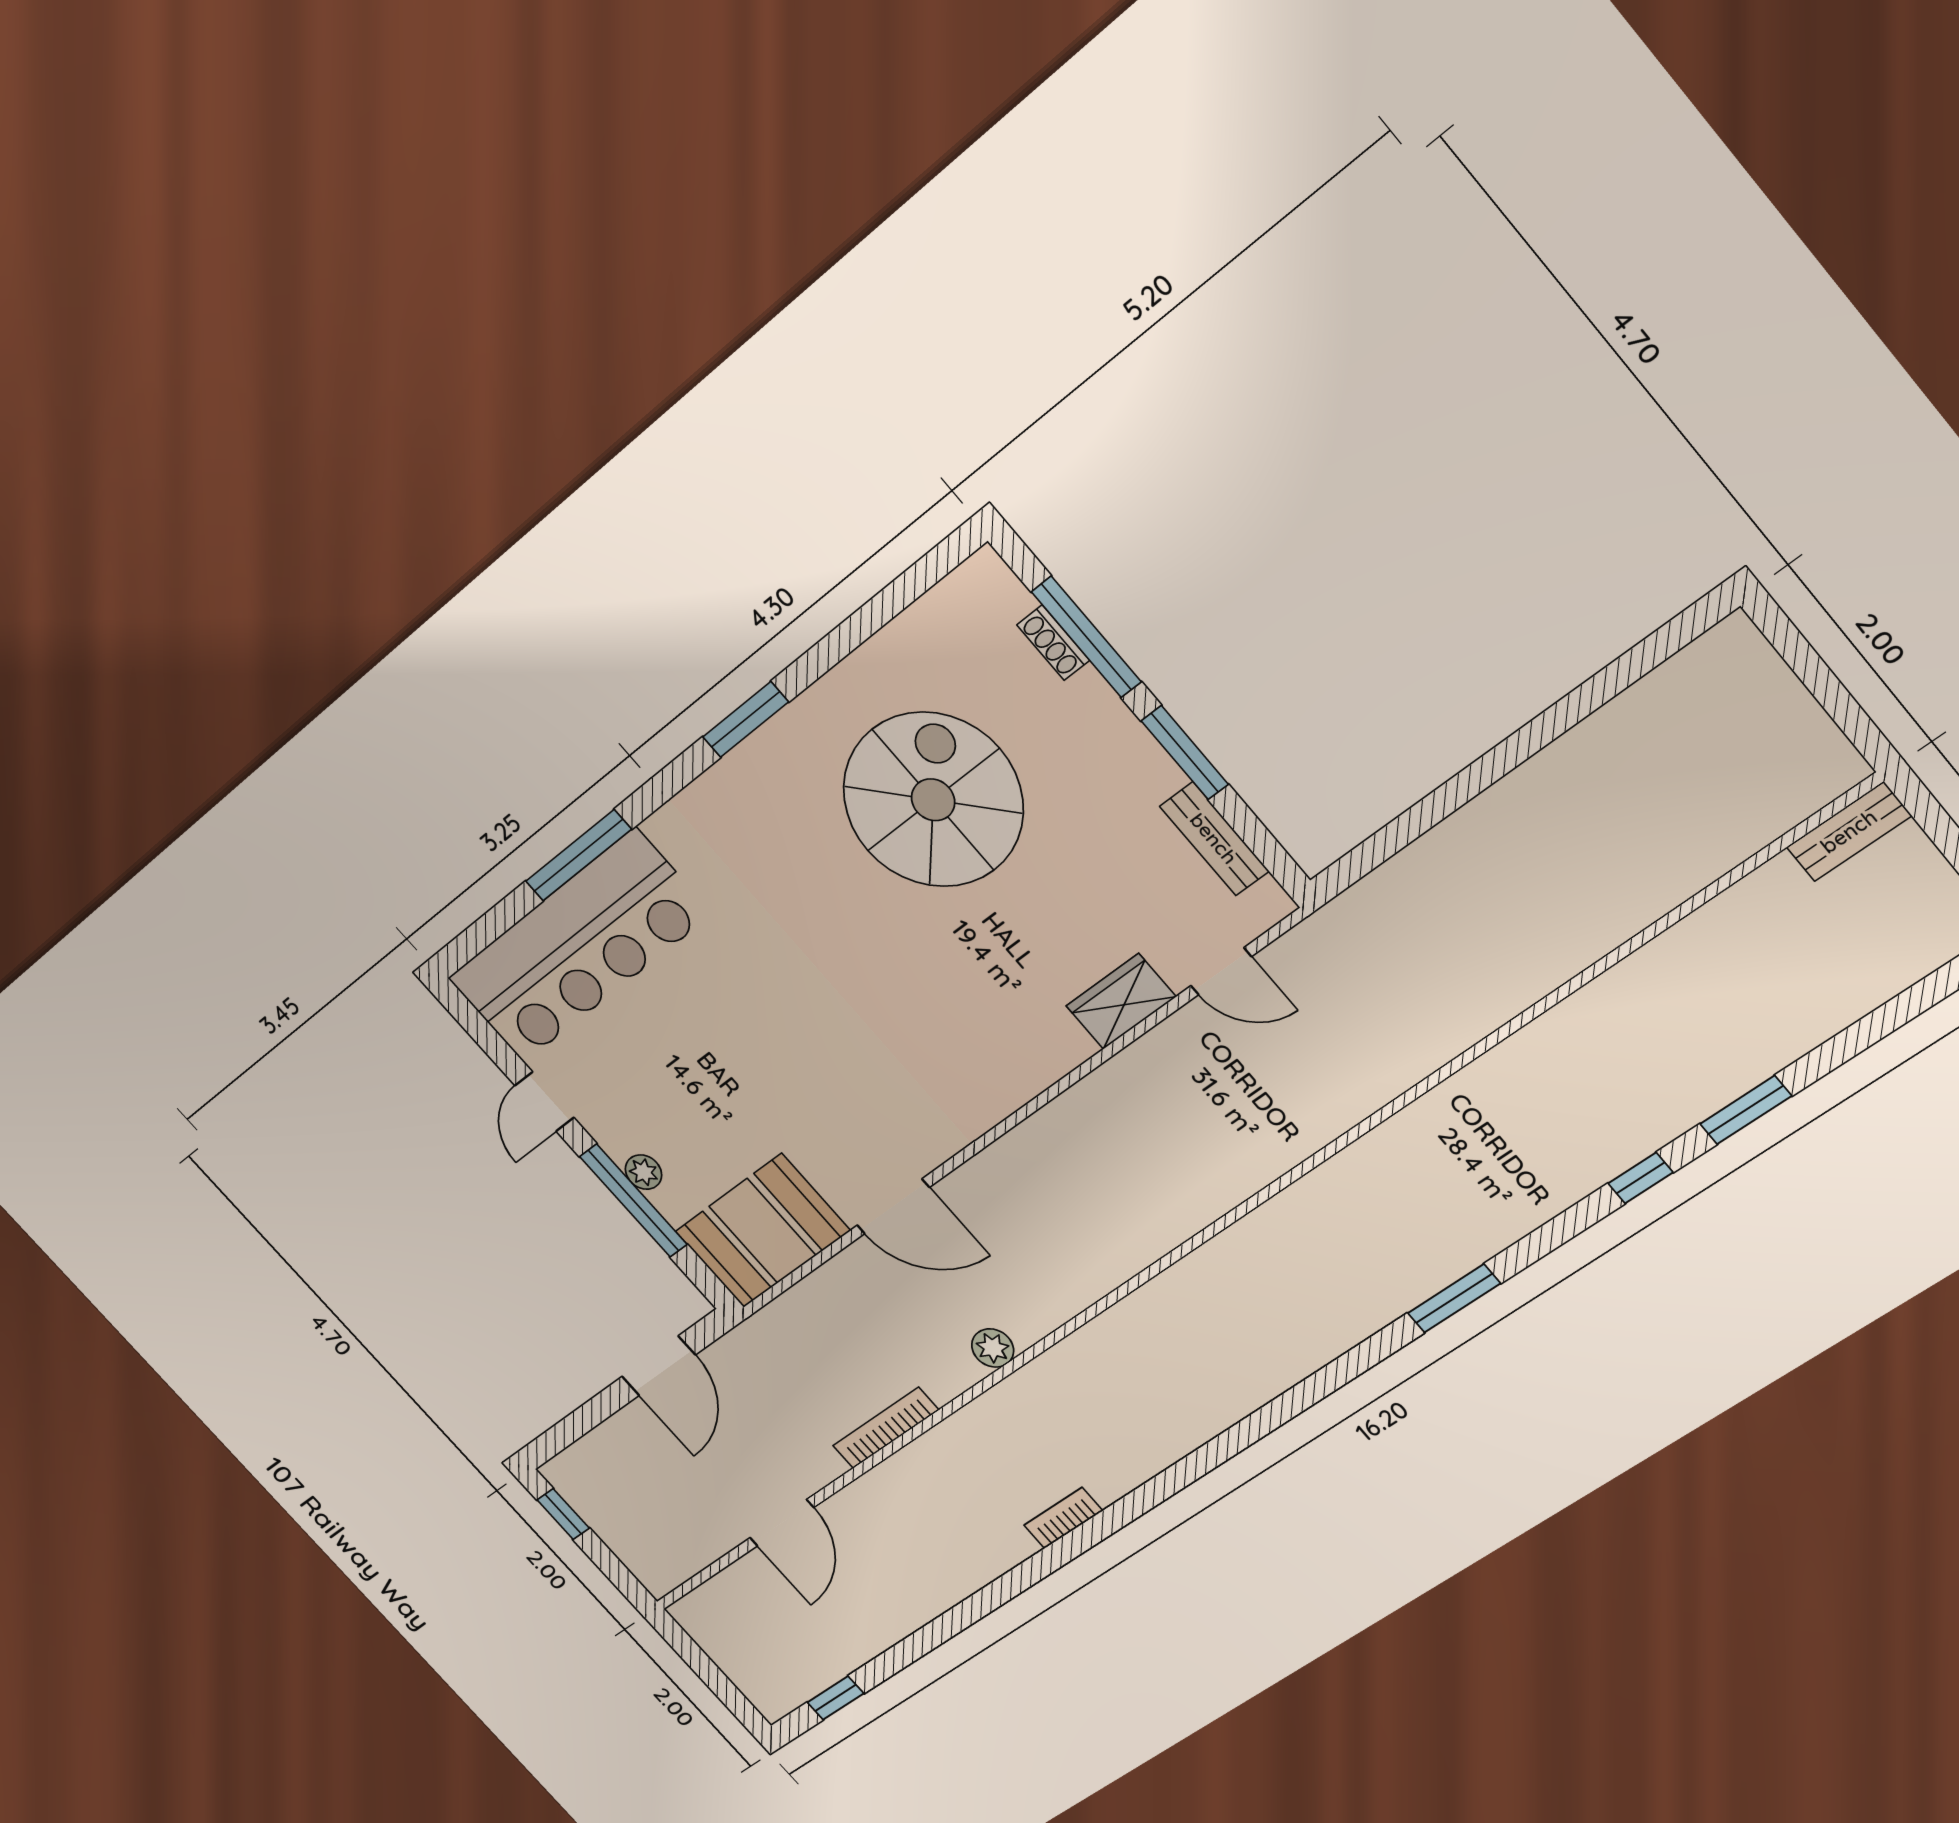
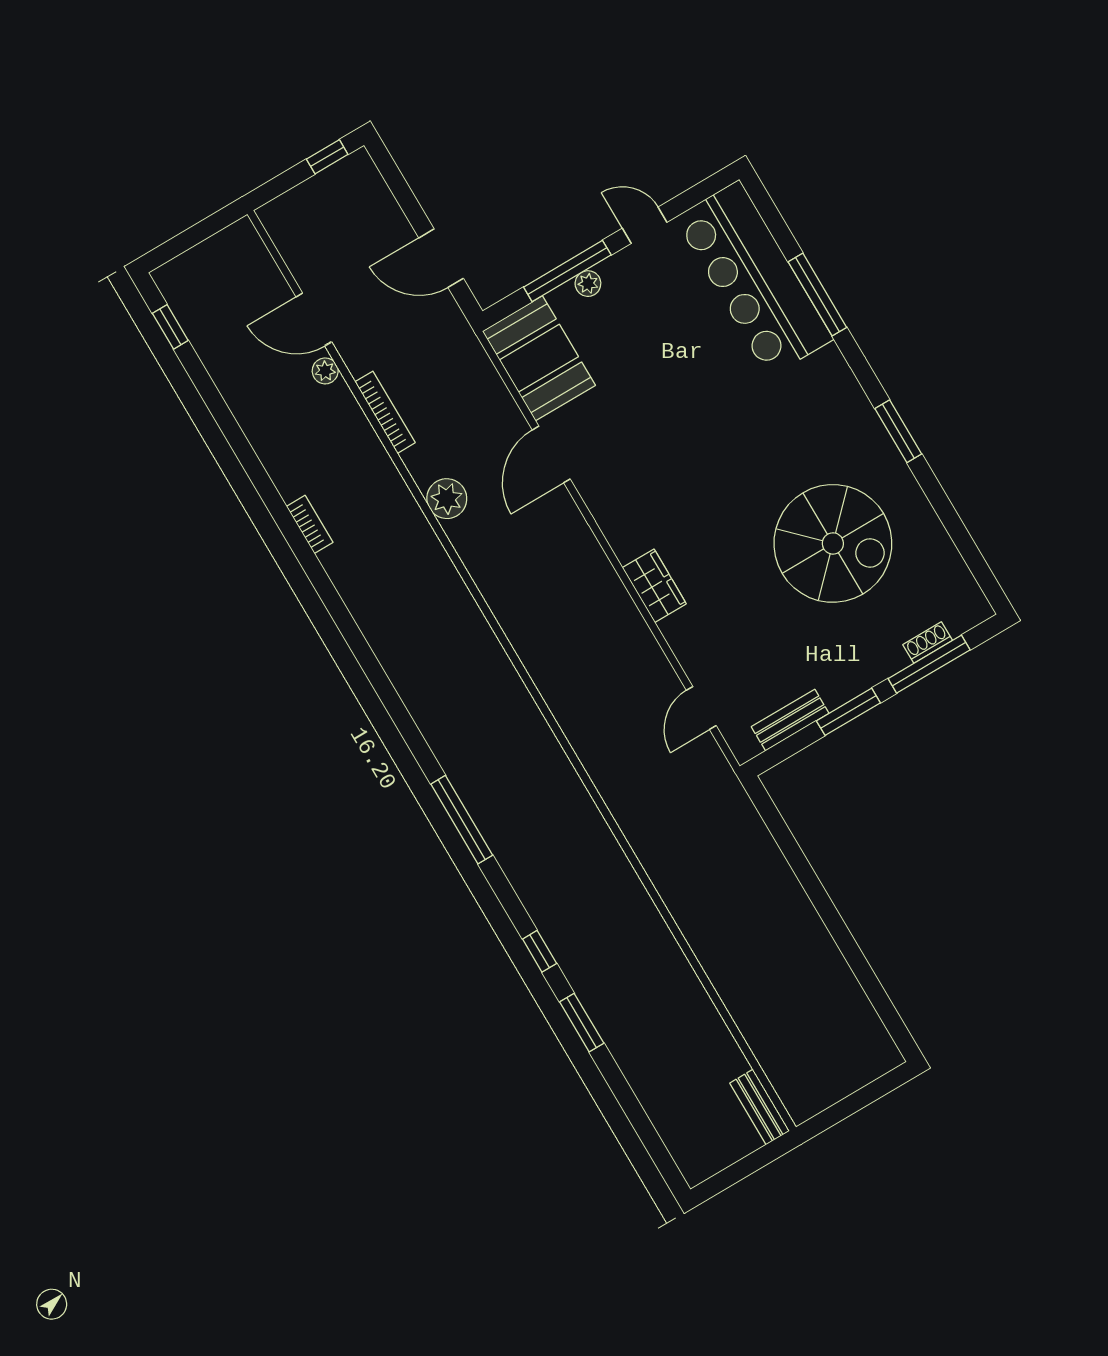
wardrobe: (1121, 1001) -> (654, 586), moved
window: (1454, 1298) -> (462, 820), width x1.44
plant: (993, 1348) -> (447, 499), width x1.38, depth x1.38
plant: (847, 1506) -> (325, 371), added

